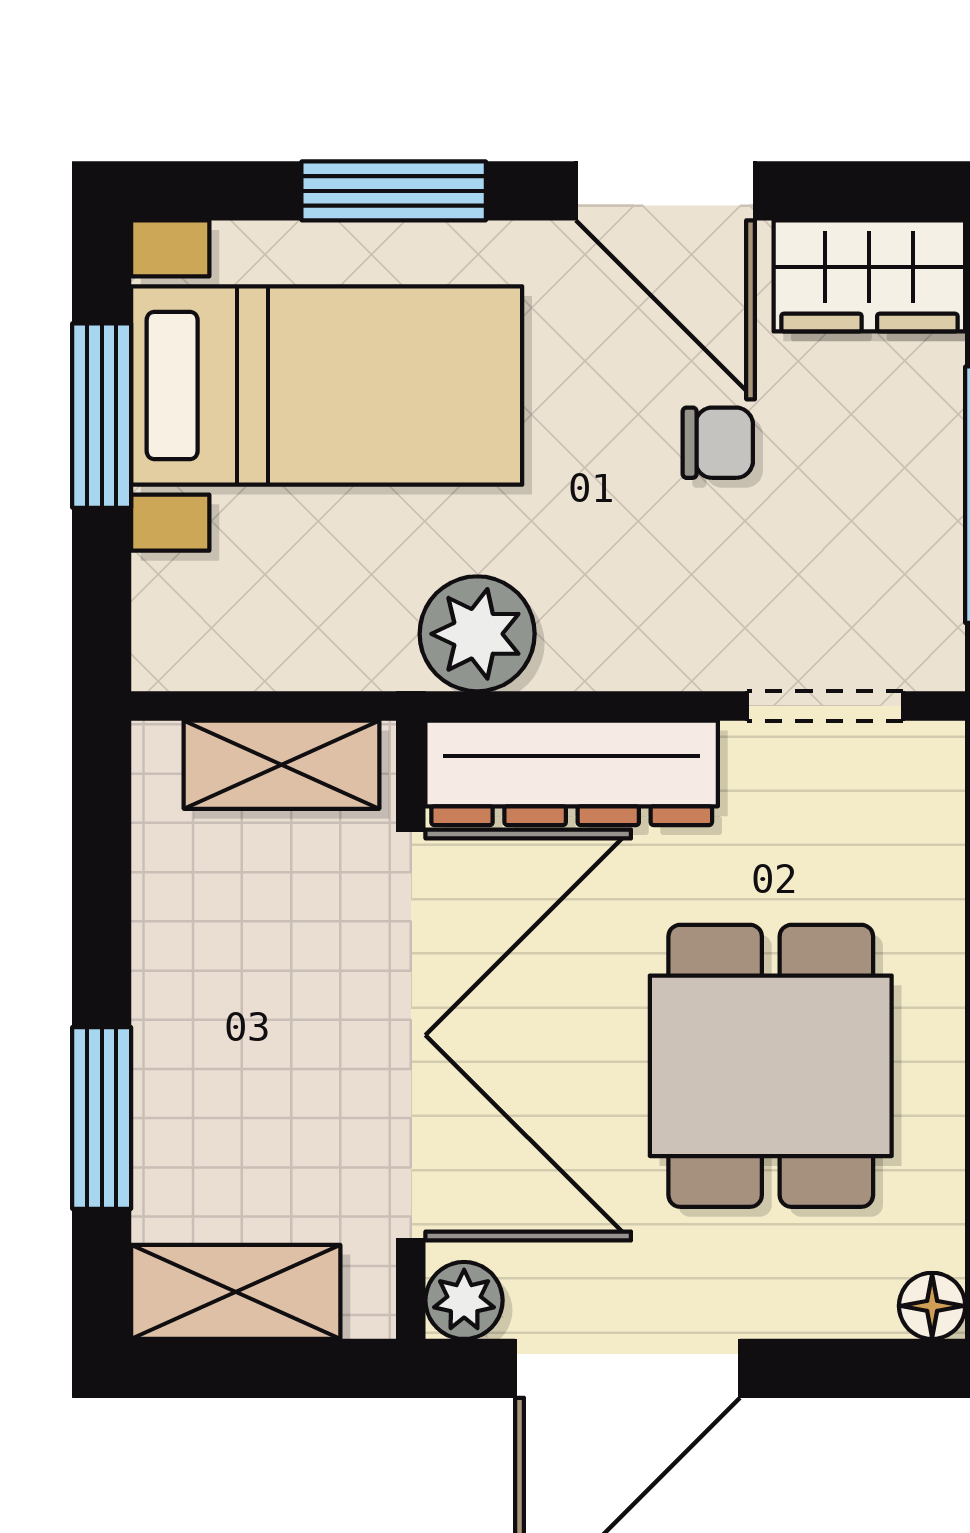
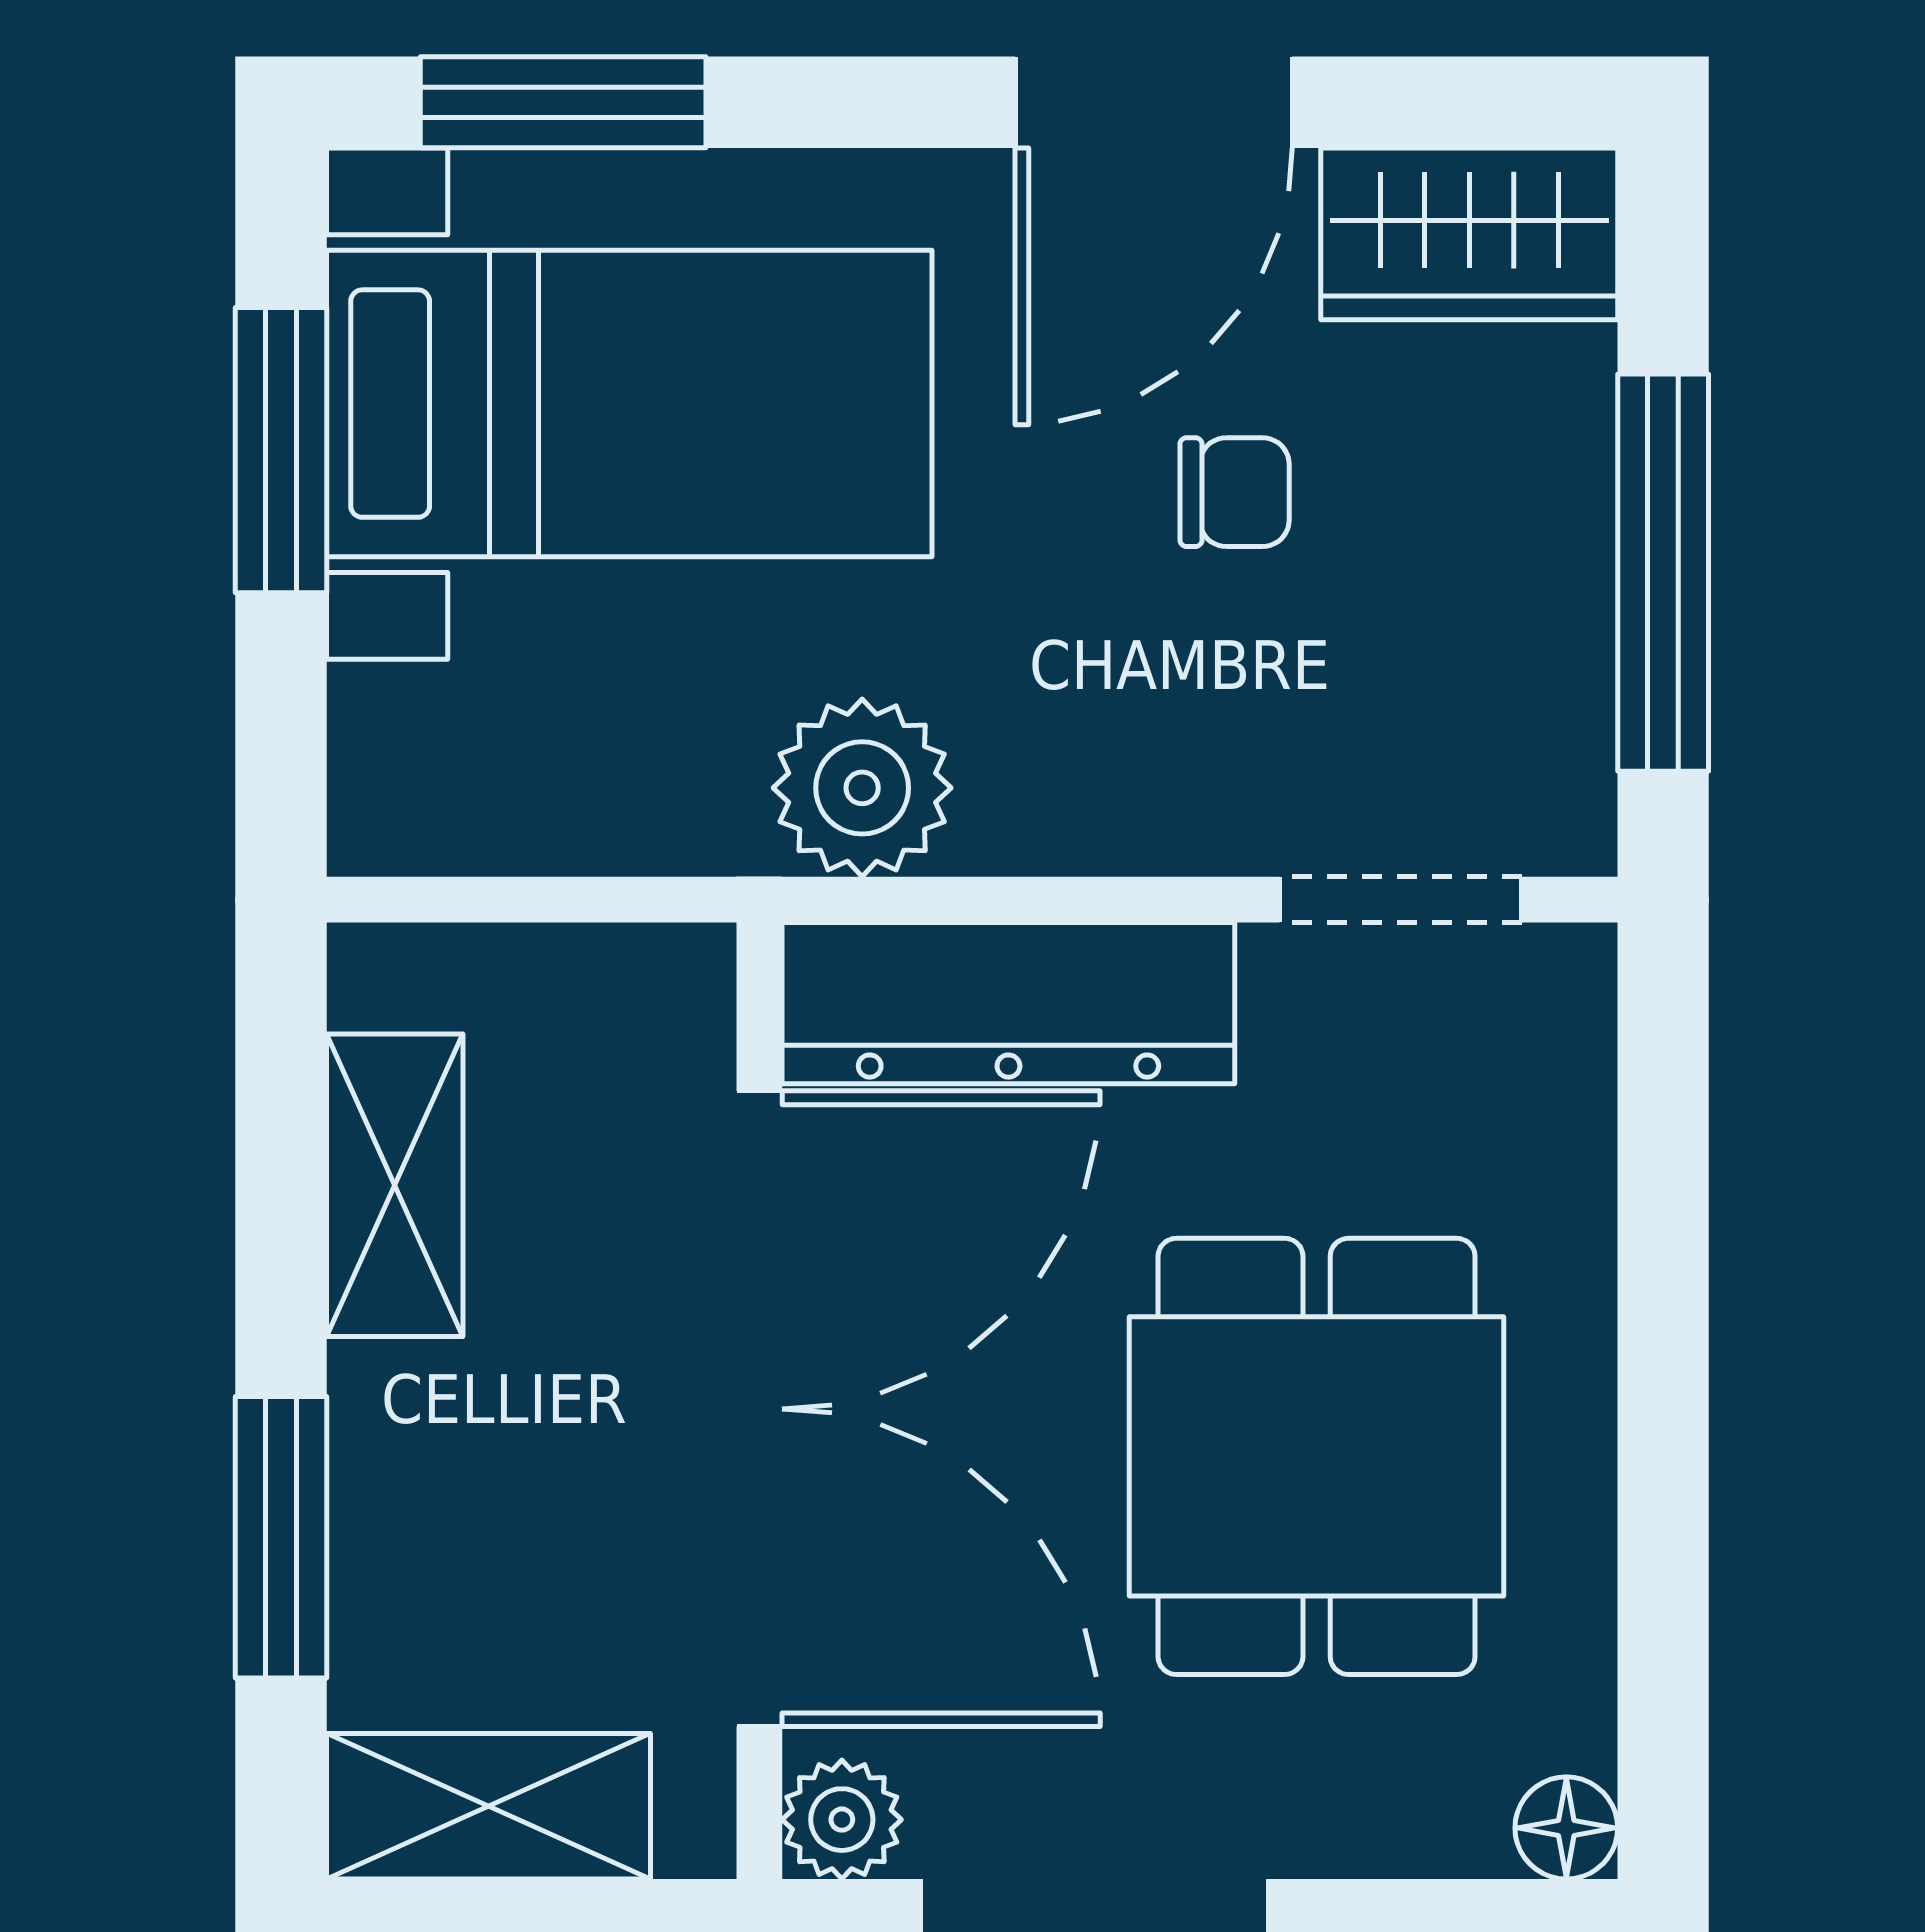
window: (394, 191) -> (563, 102), moved
door: (665, 191) -> (1154, 102), hinge flipped
shelving: (281, 765) -> (395, 1185), moved, turned 90

